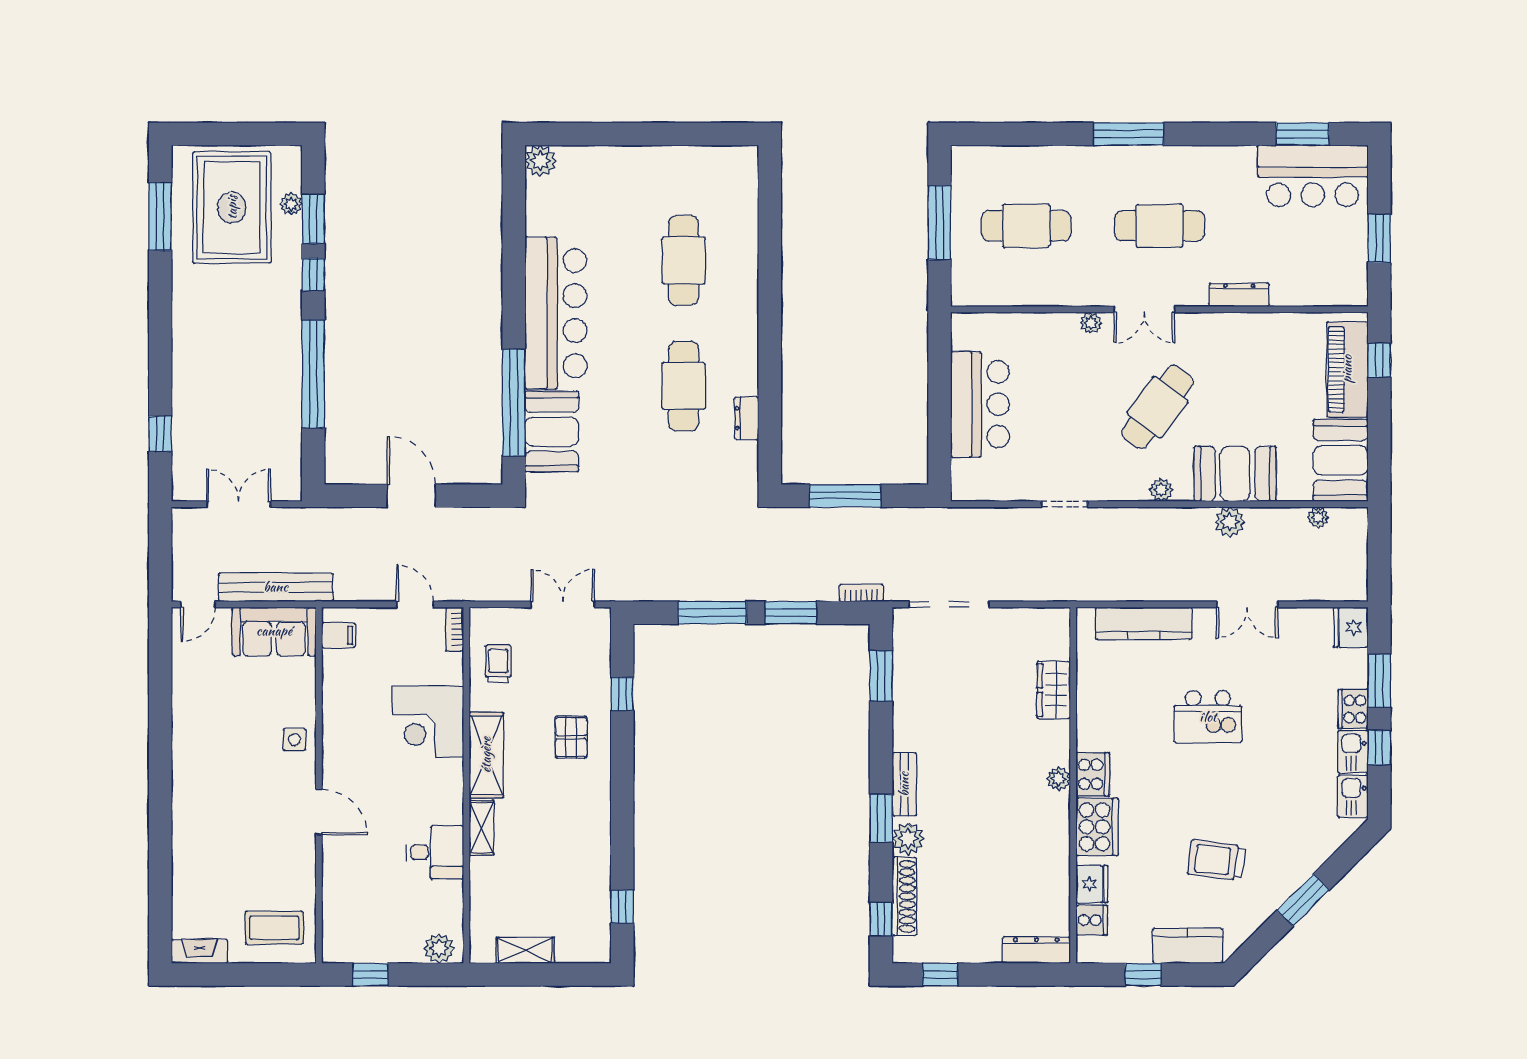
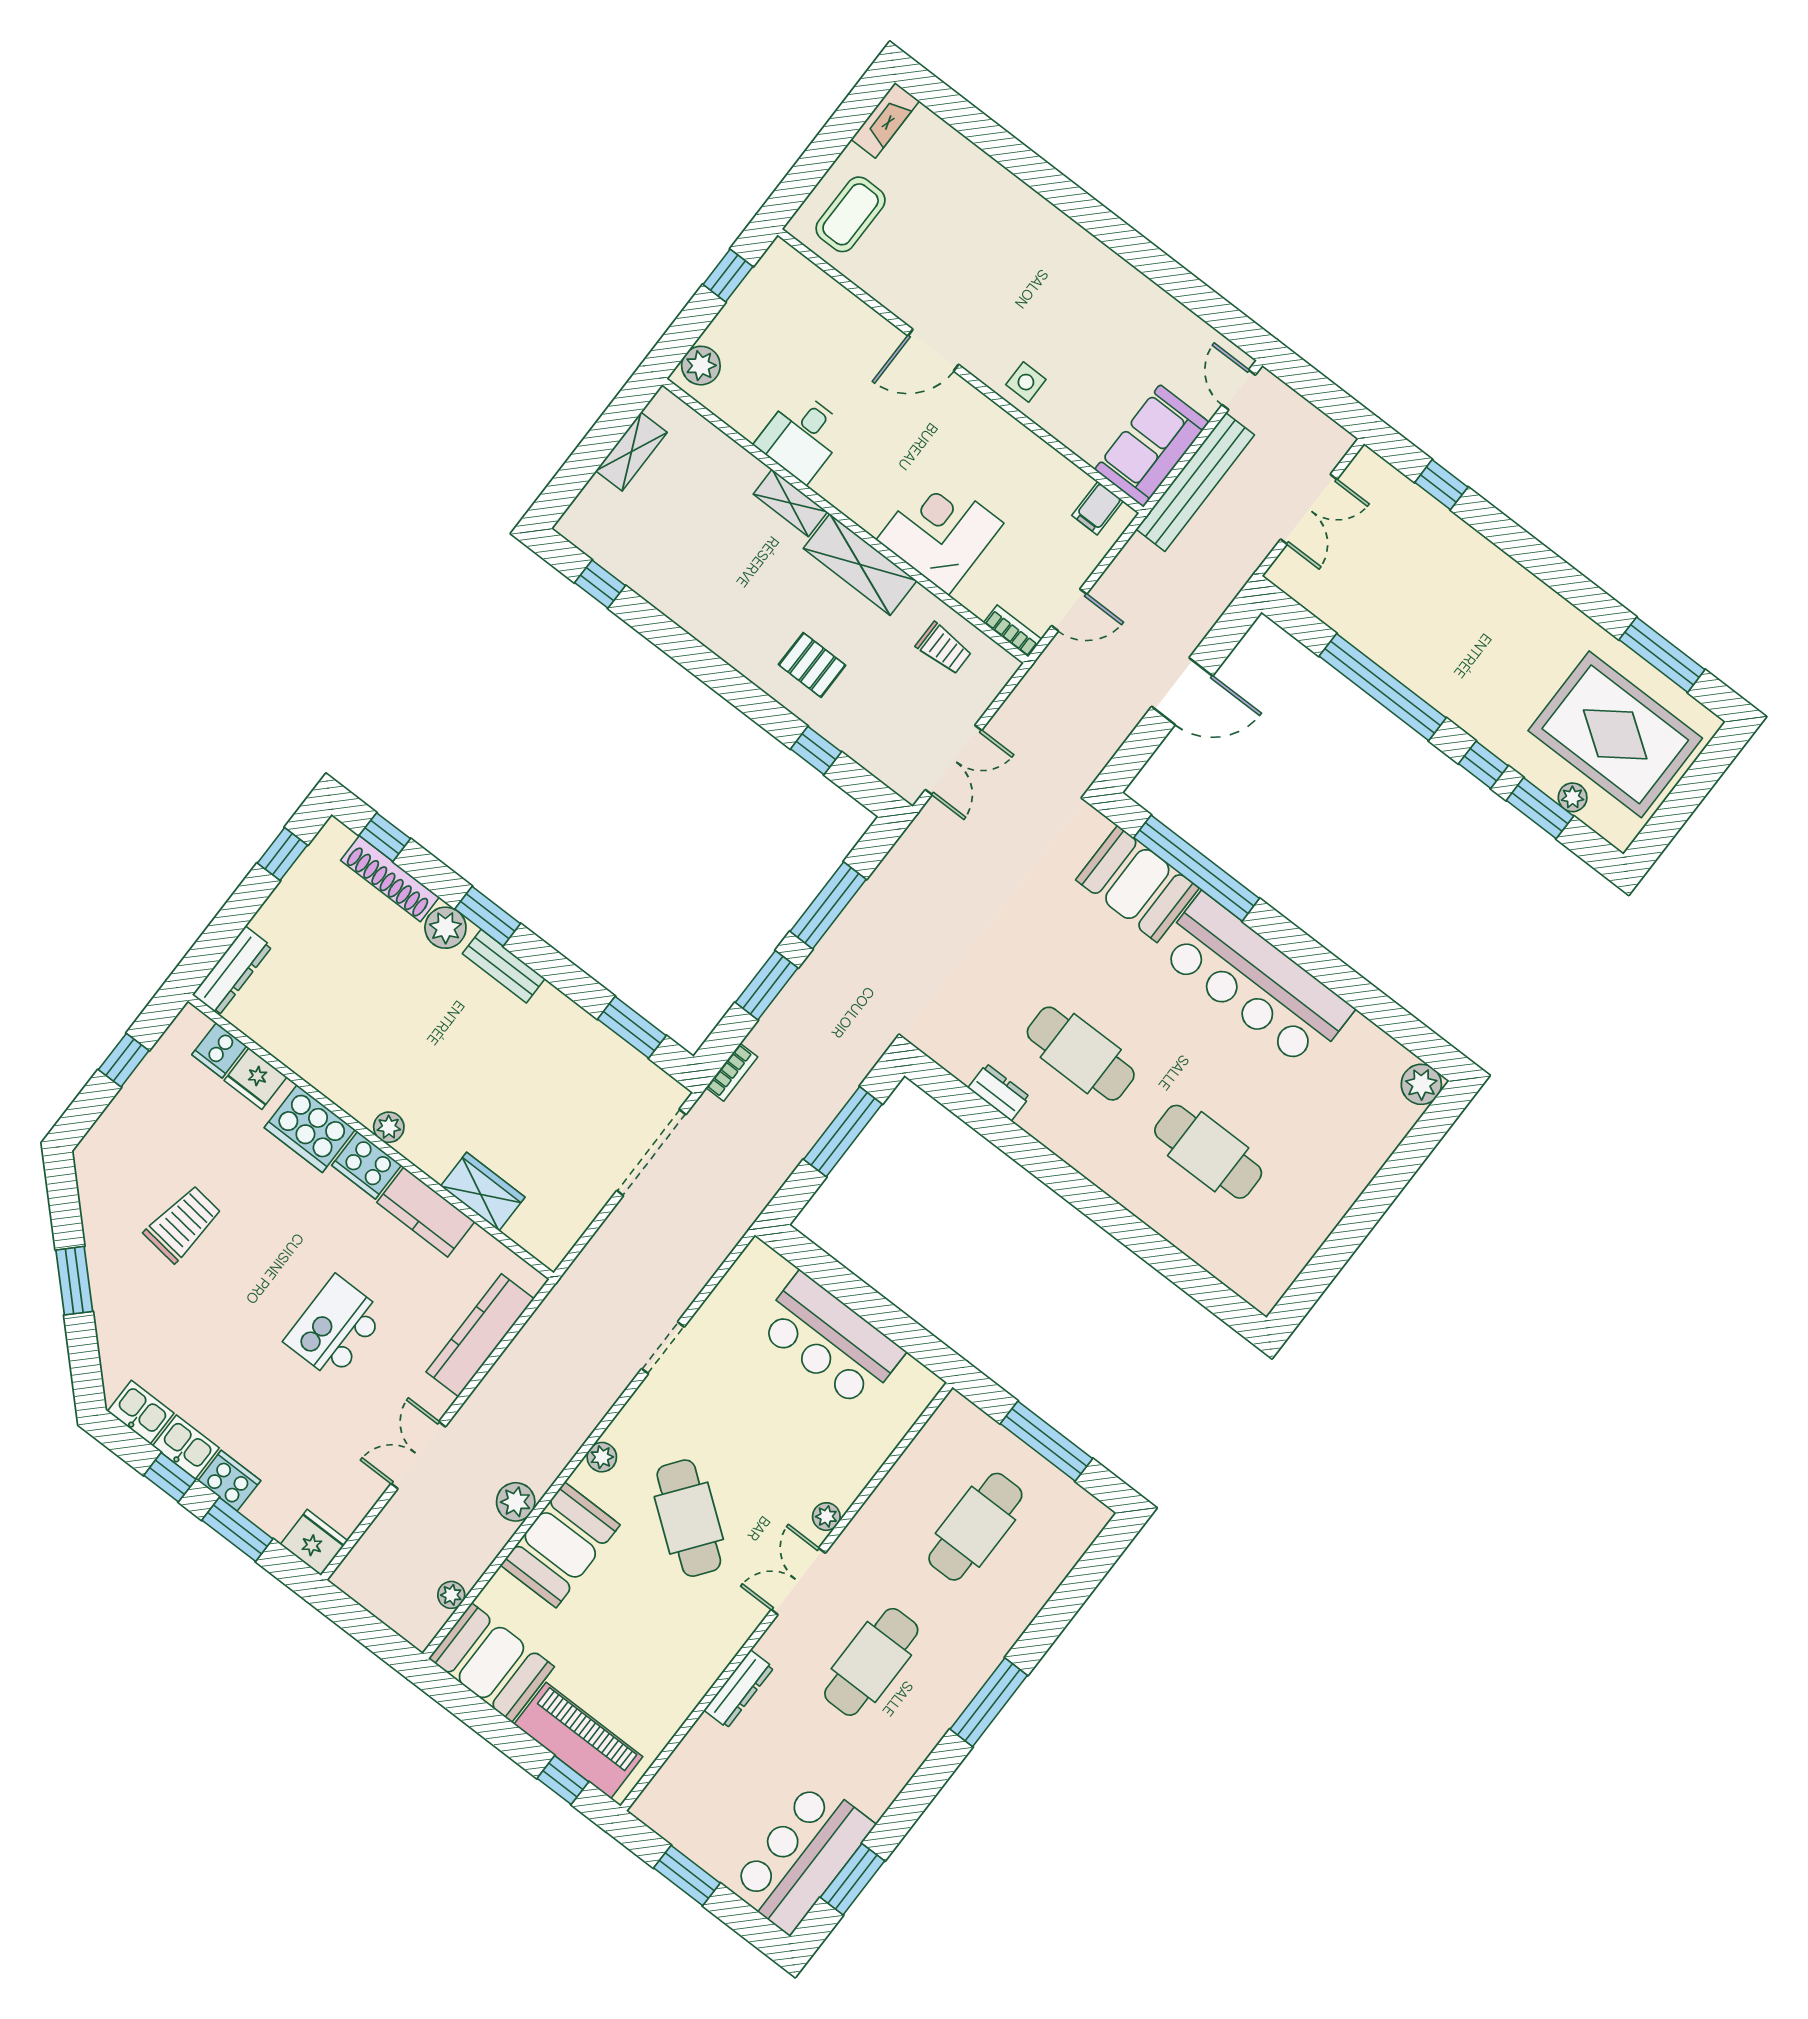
kitchen counter: (1188, 946) -> (426, 1212), moved, turned 90

